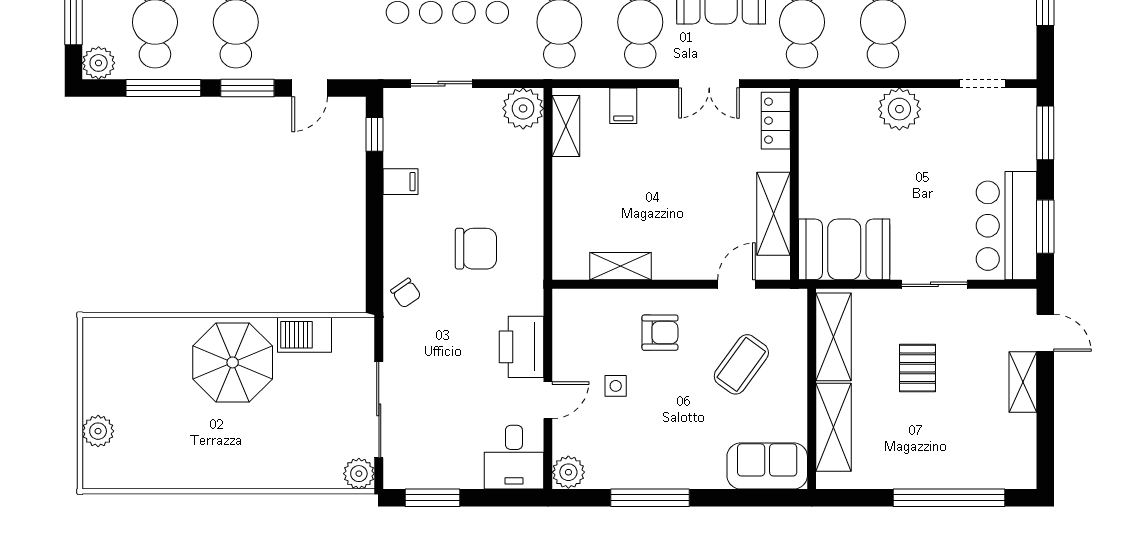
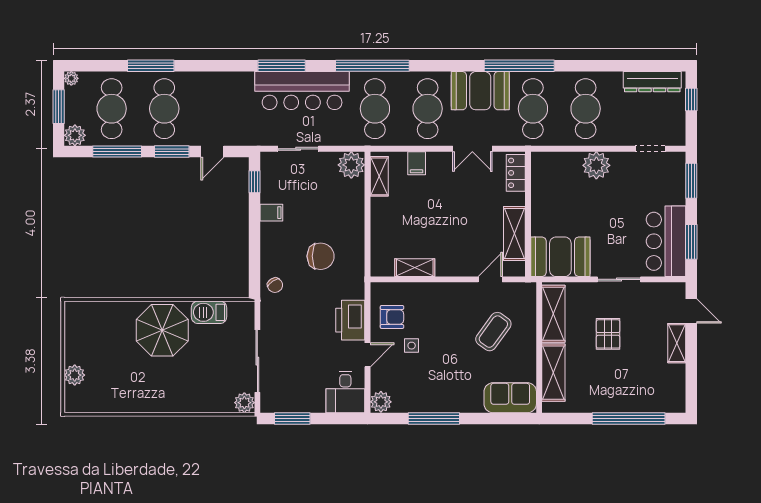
armchair: (660, 333) -> (392, 317), moved

